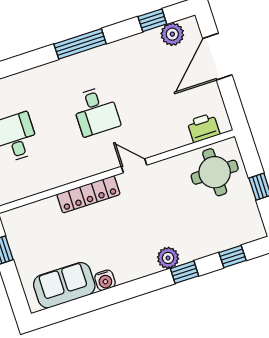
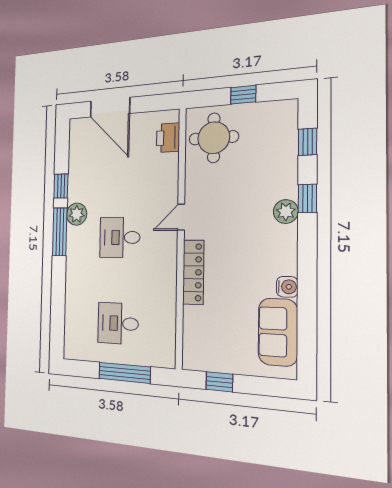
window: (152, 20) -> (61, 186), moved
plant: (172, 34) -> (77, 214), moved
desk: (96, 111) -> (120, 237), turned 180

